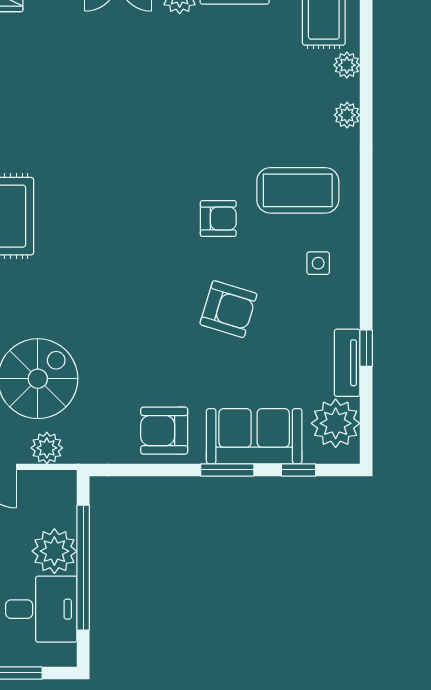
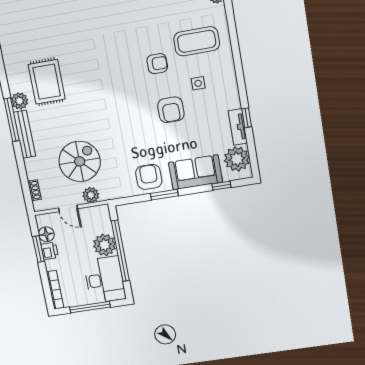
side table: (318, 263) -> (198, 83), moved
armchair: (228, 309) -> (171, 110), turned 73
armchair: (164, 431) -> (149, 177), turned 90
window: (227, 470) -> (164, 195), moved
desk: (41, 609) -> (105, 280), width x1.37

